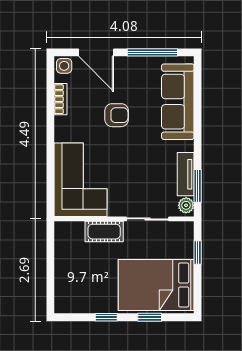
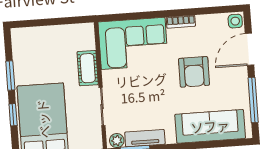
bookcase: (61, 99) -> (181, 22), moved
armchair: (117, 115) -> (194, 72), width x1.38, depth x1.38
window: (106, 317) -> (10, 76), width x1.50

